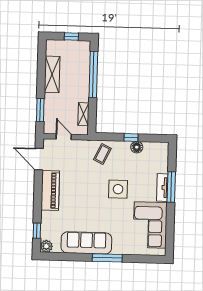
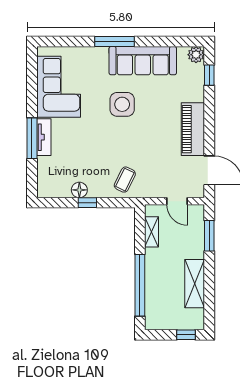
window: (71, 37) -> (186, 335), moved
side table: (118, 189) -> (122, 104), moved

